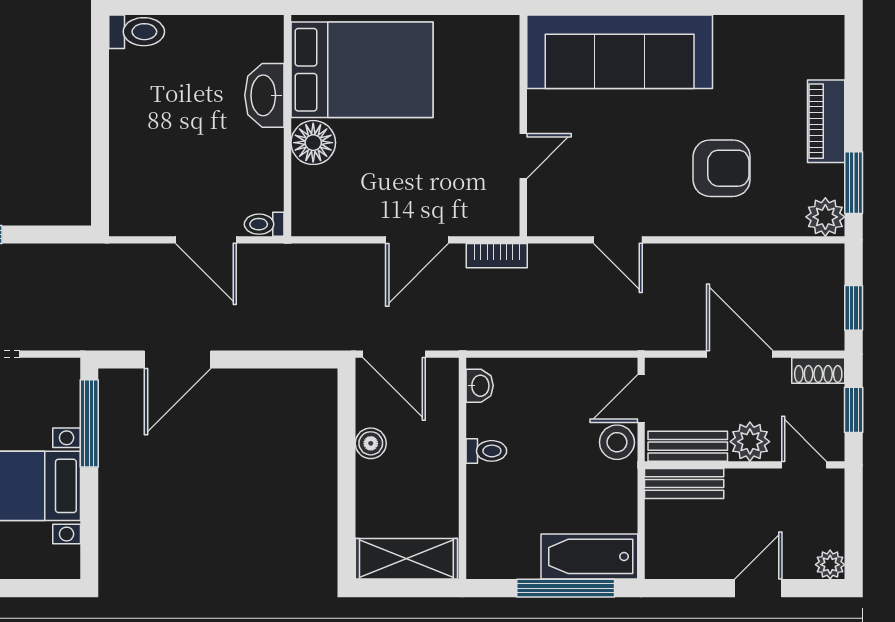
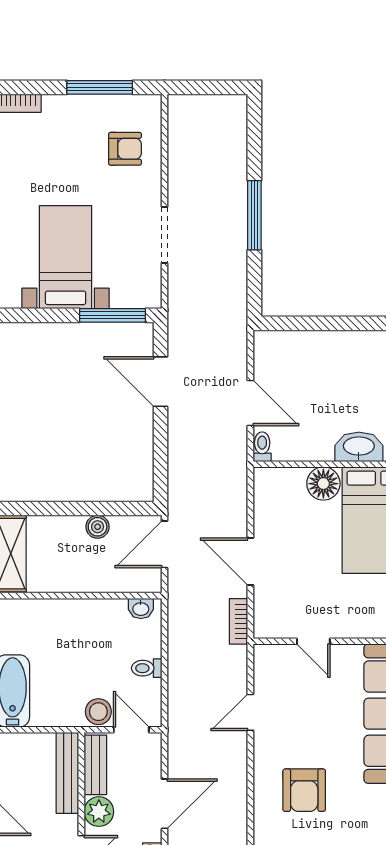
door: (206, 240) -> (250, 403), swing flipped
toilet: (486, 451) -> (147, 668), moved, turned 90
bench: (684, 484) -> (67, 773), width x1.36

